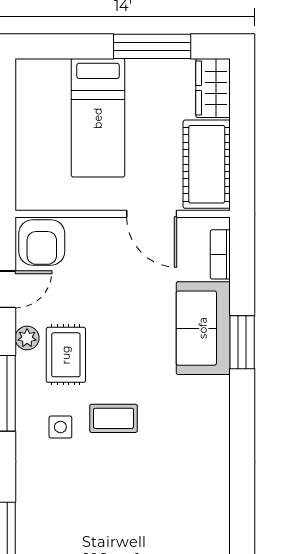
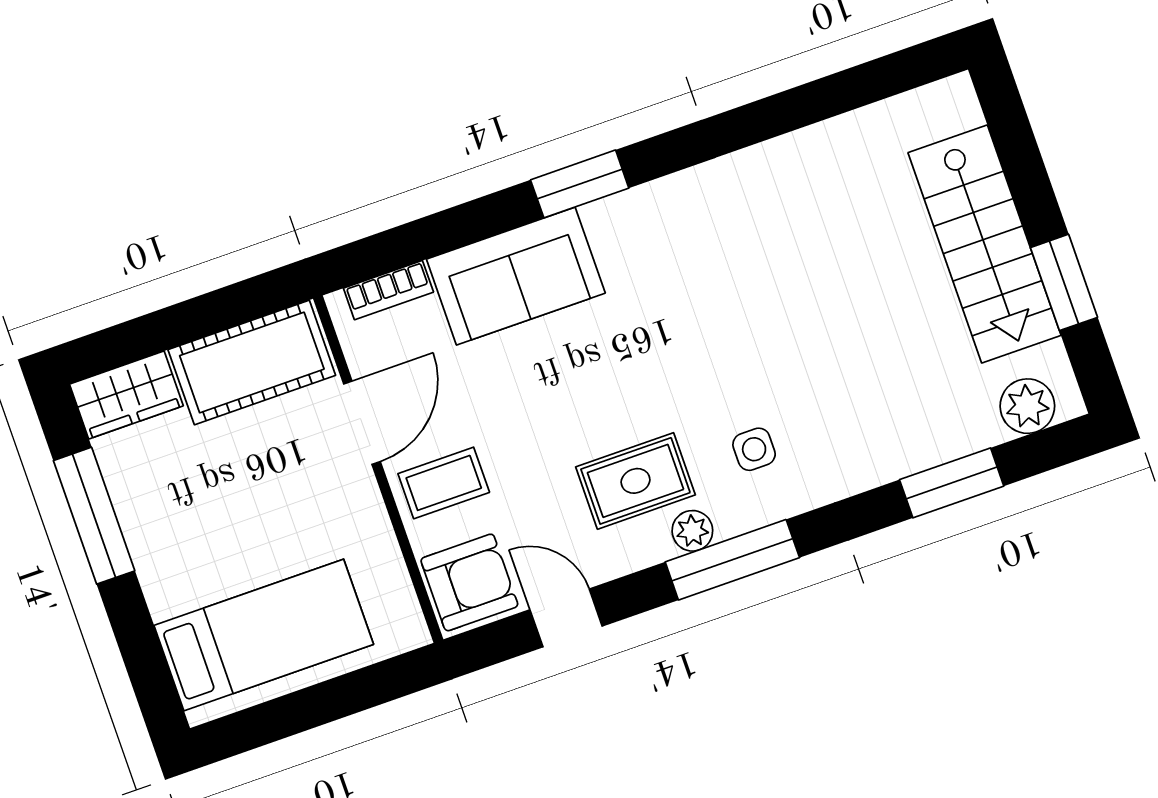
bed: (98, 118) -> (264, 635), moved
plant: (27, 338) -> (692, 531), moved
window: (242, 342) -> (580, 184), moved
coffee table: (114, 418) -> (444, 483), moved, turned 90

